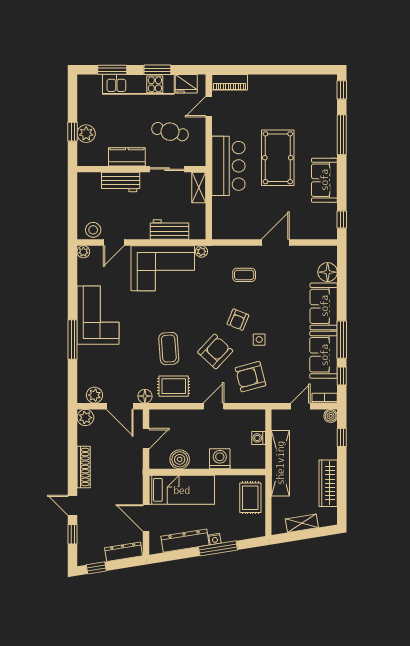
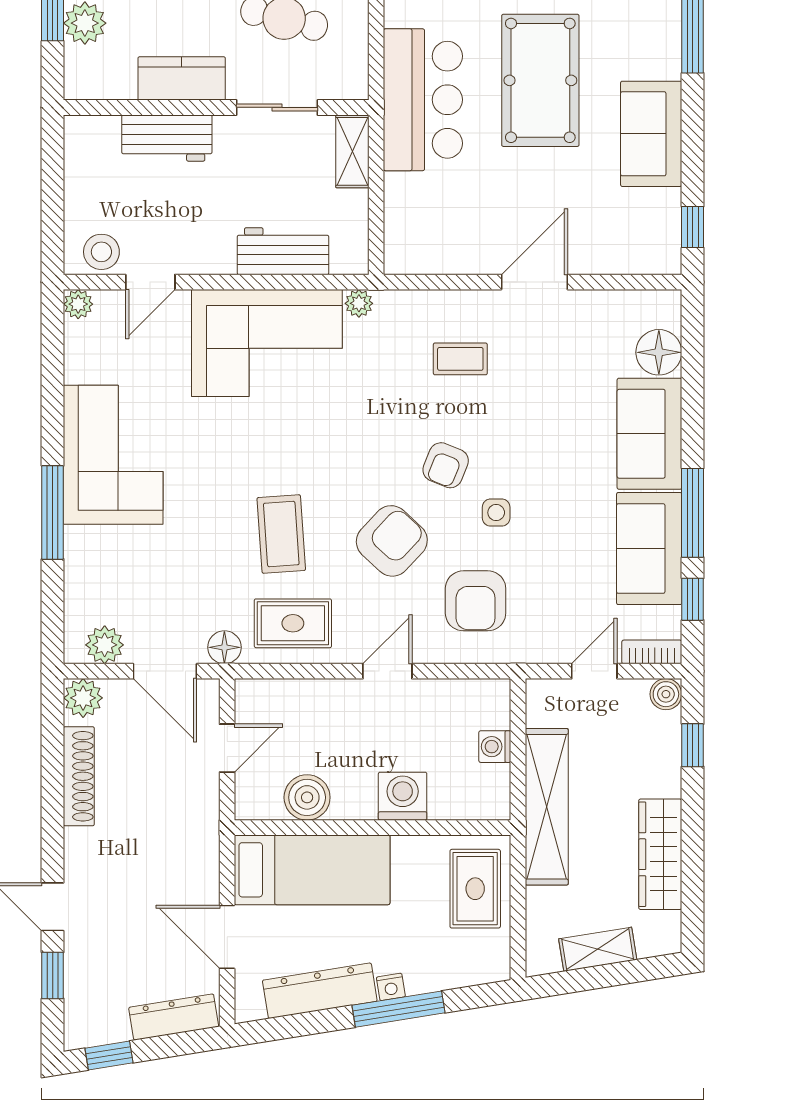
armchair: (251, 377) -> (476, 601), turned -75
shoe rack: (84, 467) -> (79, 776), moved

